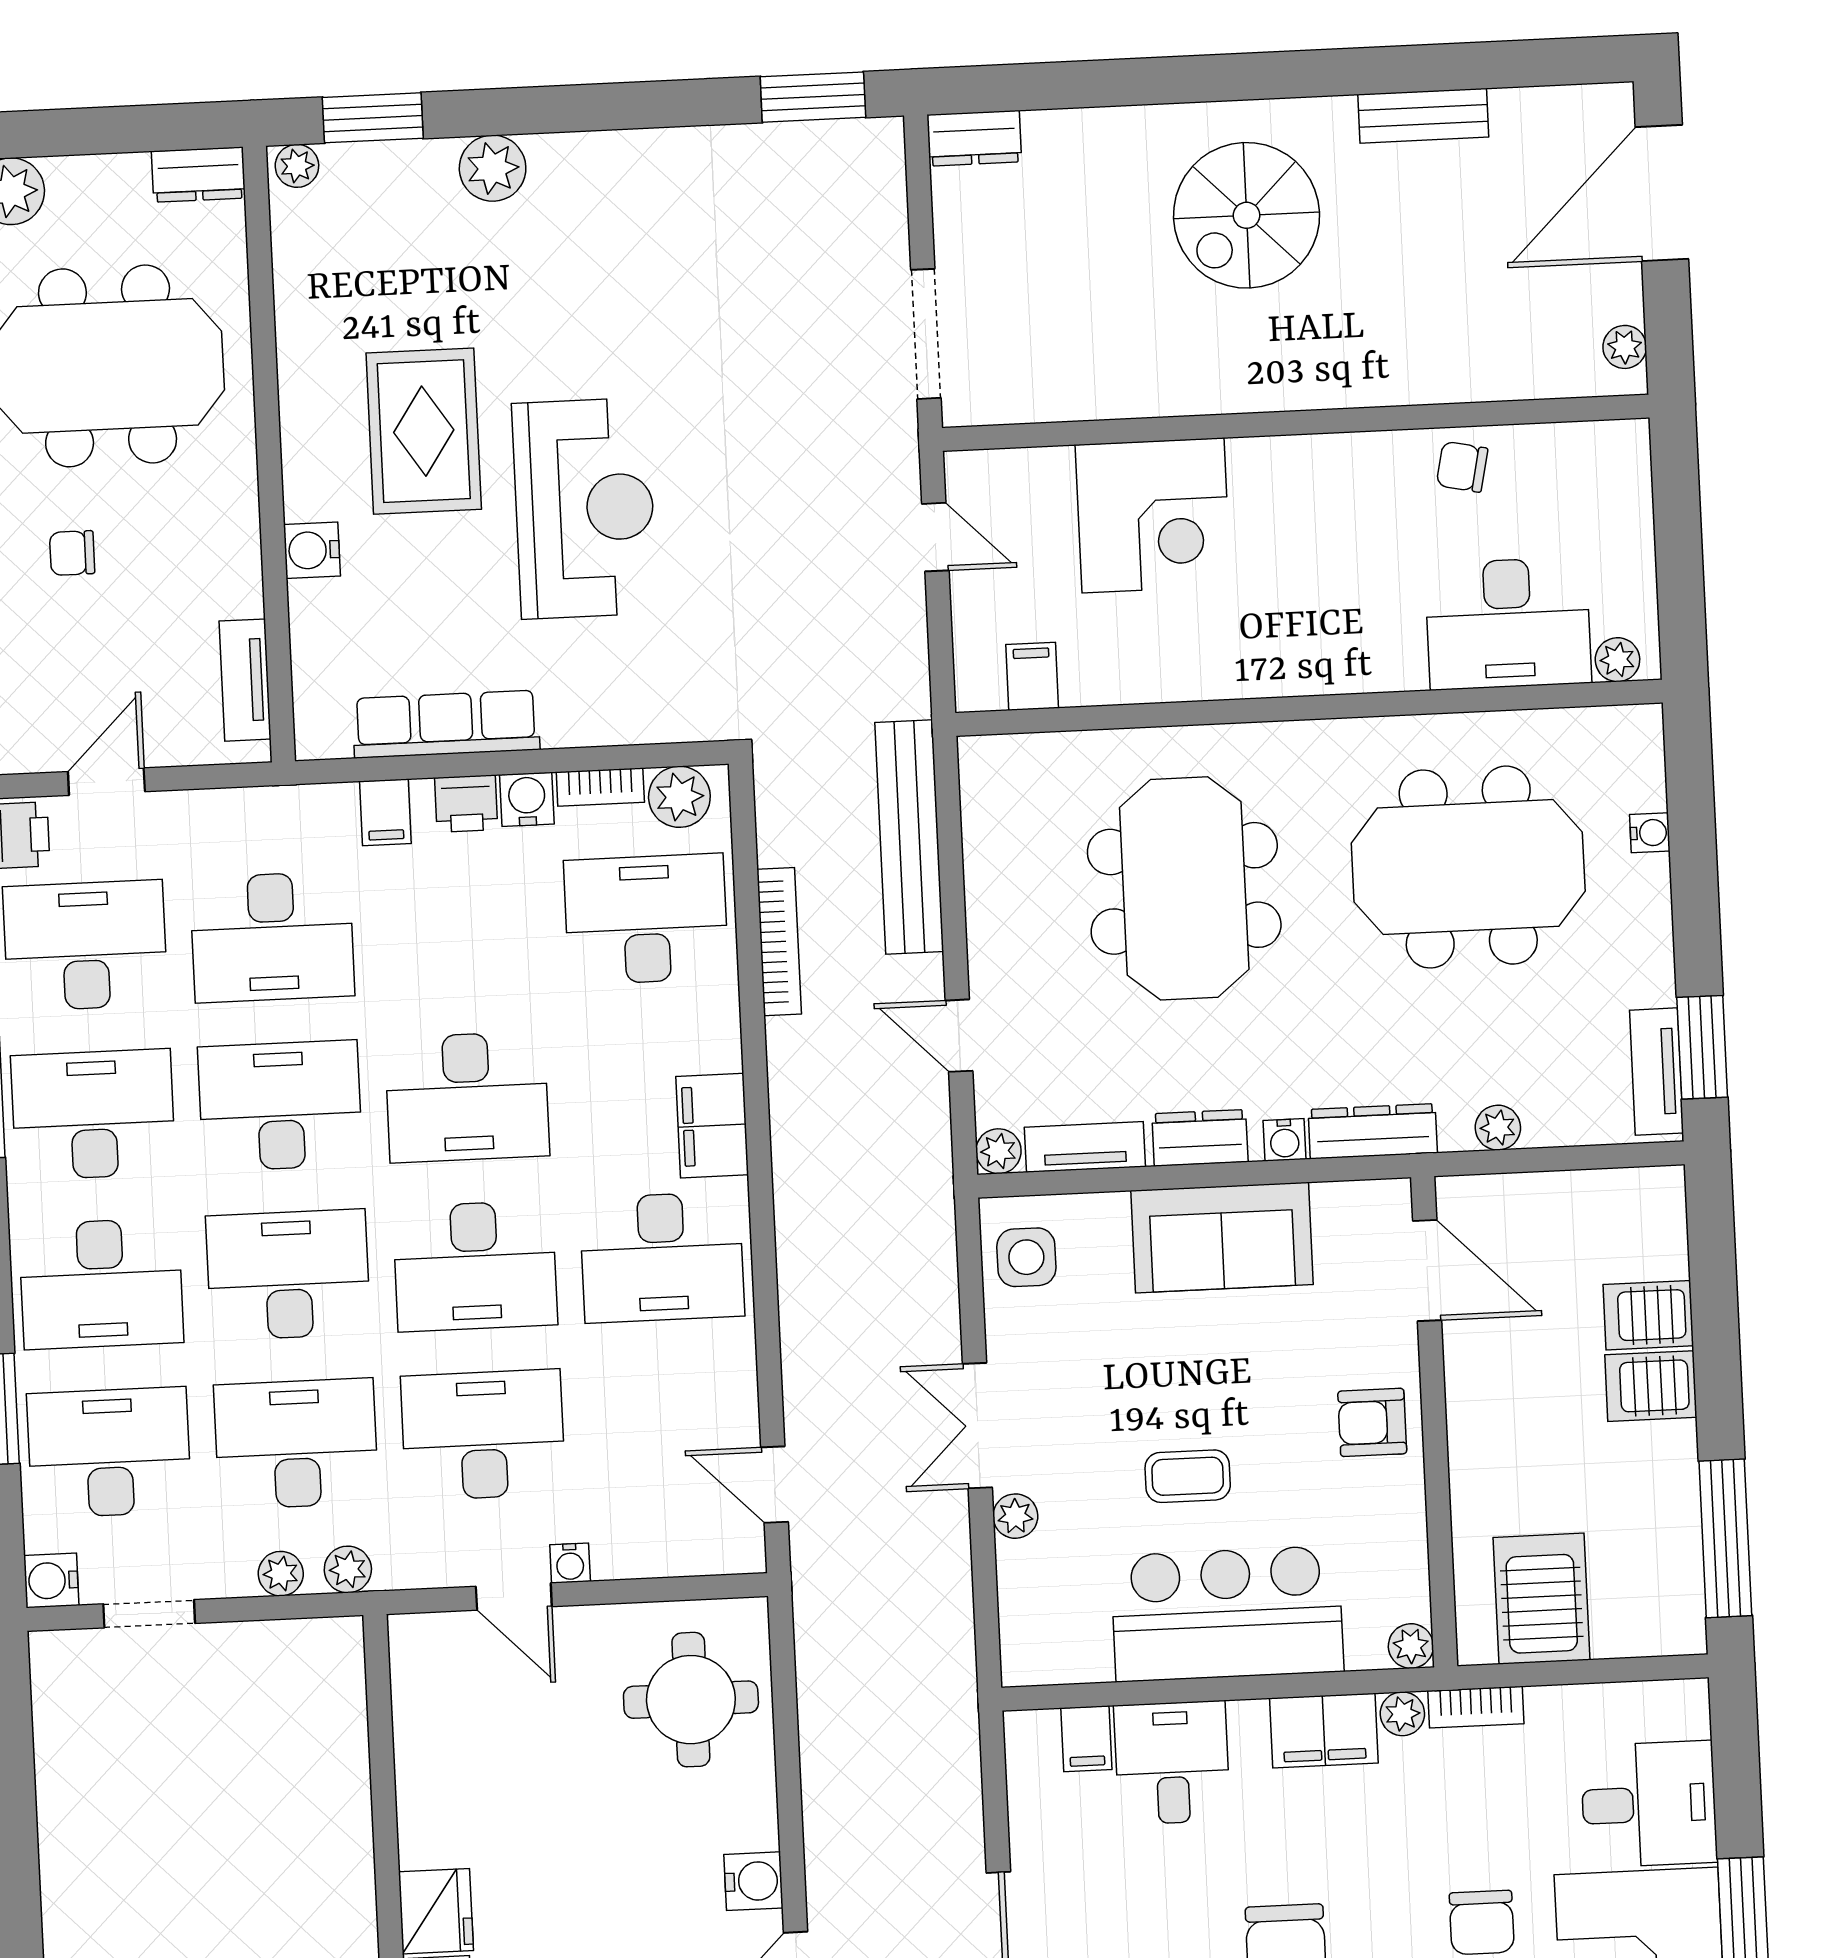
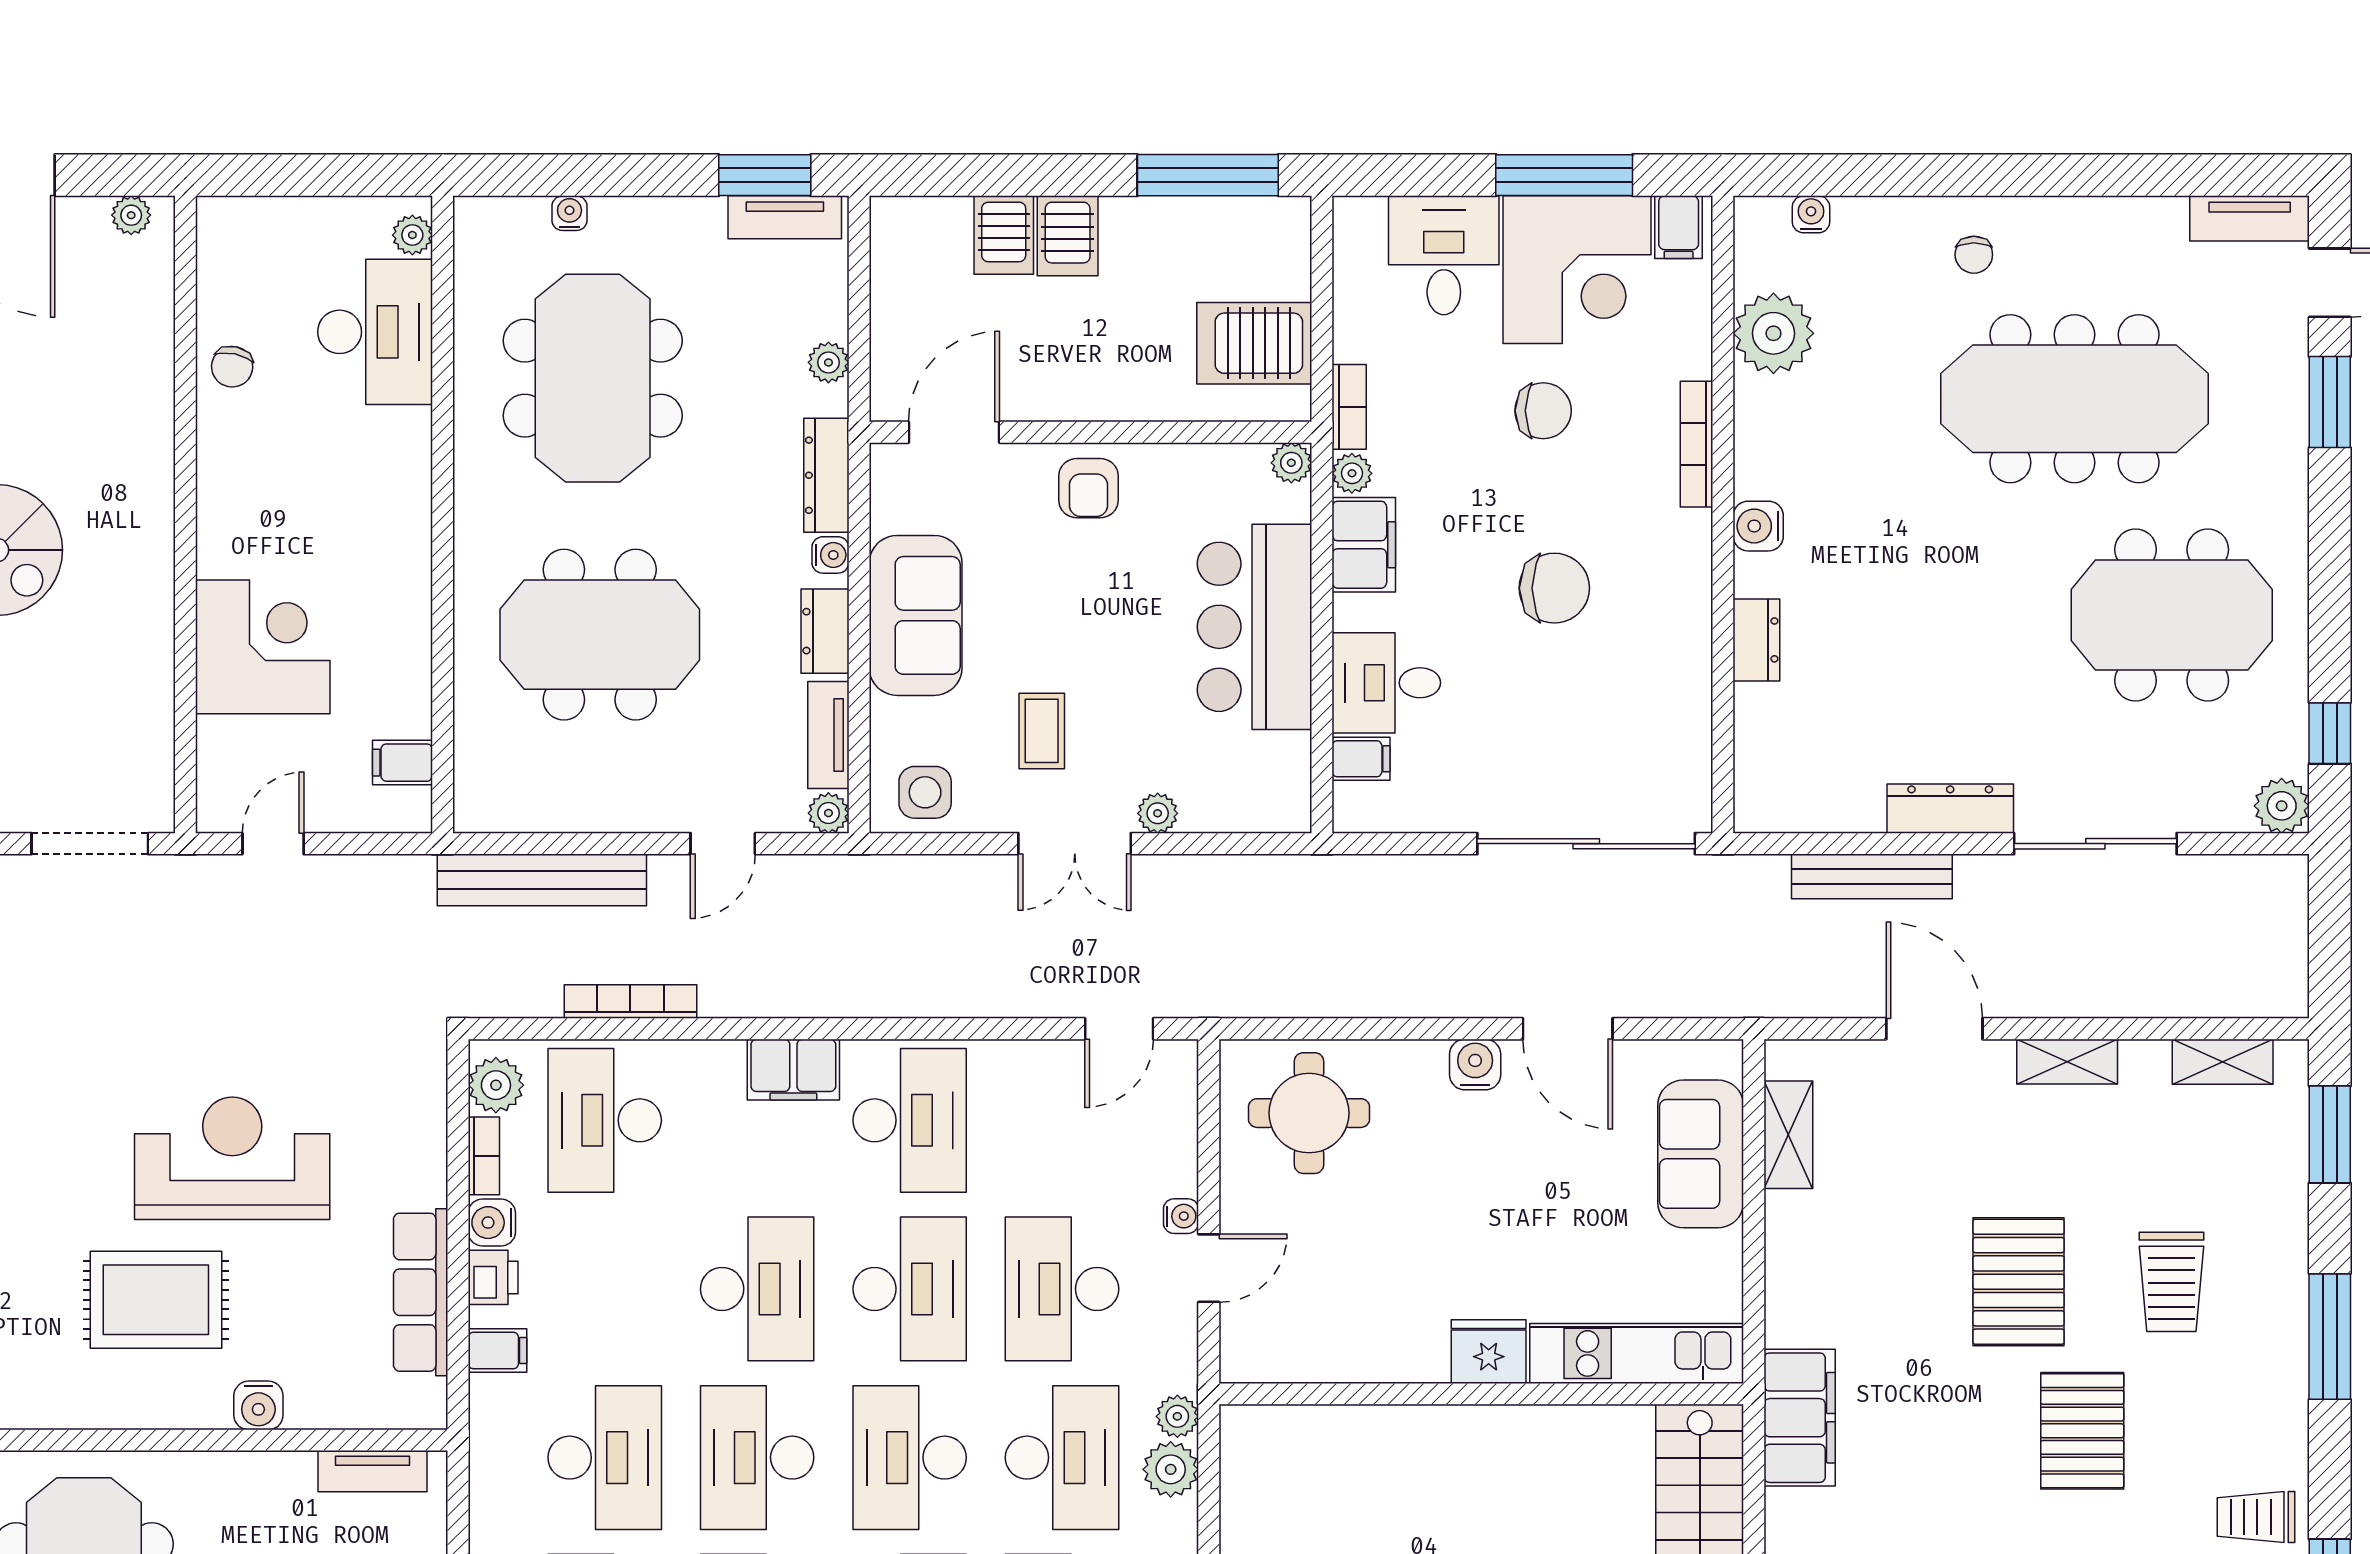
desk: (296, 1444) -> (1062, 1458), turned 180
coffee table: (1188, 1476) -> (1042, 731), moved
plant: (281, 1574) -> (1171, 1469), width x1.38, depth x1.38

